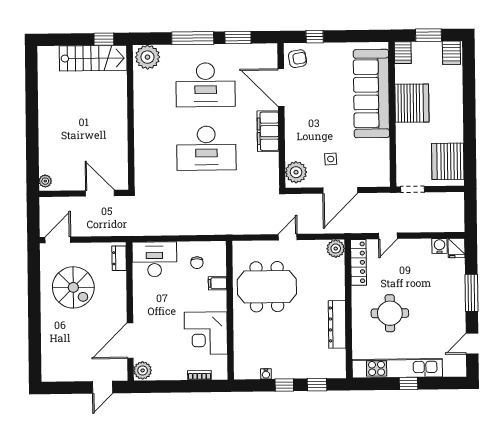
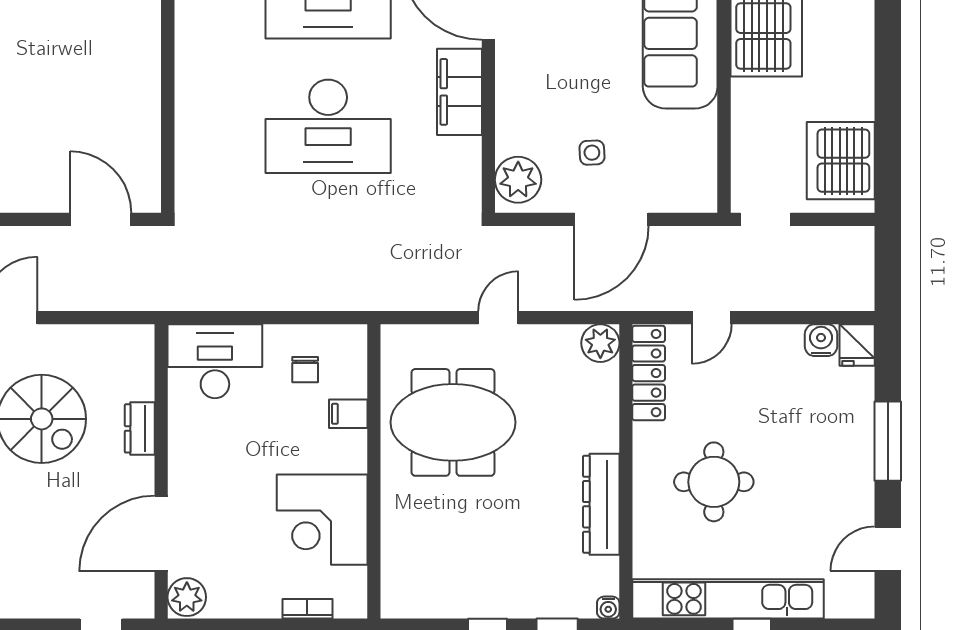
dresser: (119, 258) -> (140, 428), moved
water cooler: (266, 374) -> (608, 608), moved

